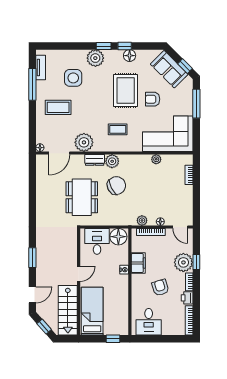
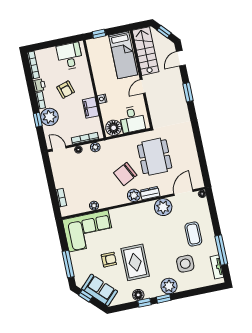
coffee table: (58, 107) -> (193, 234), turned 90
coffee table: (118, 129) -> (135, 225), removed

